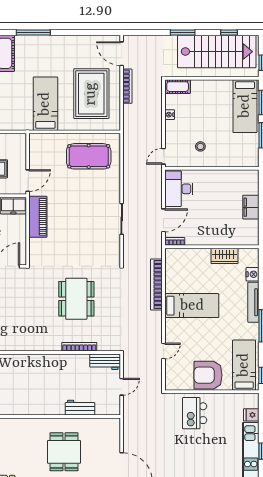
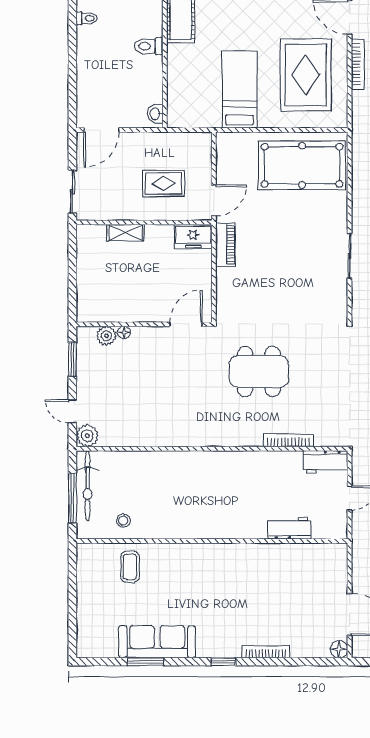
pool table: (89, 156) -> (302, 165), width x1.36, depth x1.32
piano: (38, 217) -> (225, 245), width x0.73, depth x0.75
dining table: (76, 299) -> (259, 371), moved, turned 90
dining table: (64, 452) -> (266, 592), removed

